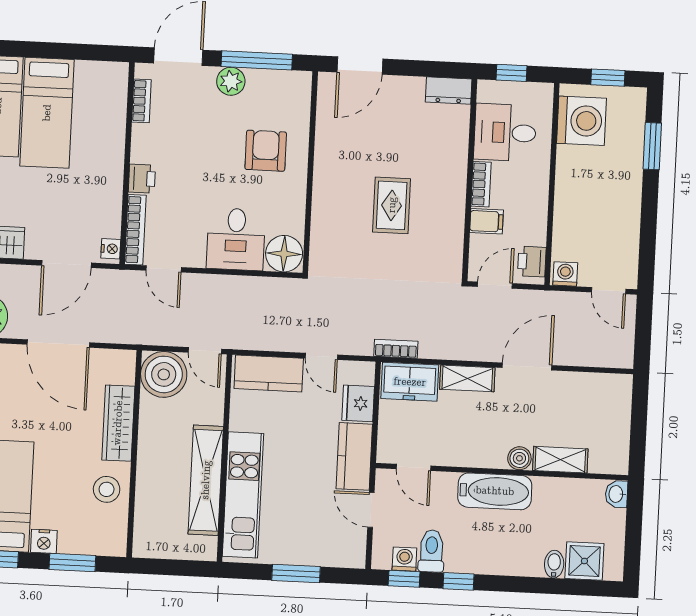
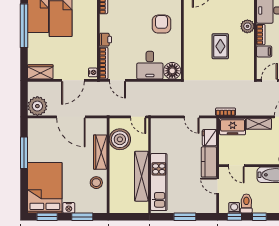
plant: (453, 165) -> (247, 26), added
kitchen counter: (269, 373) -> (168, 126), removed
boiler: (164, 374) -> (120, 139), moved

